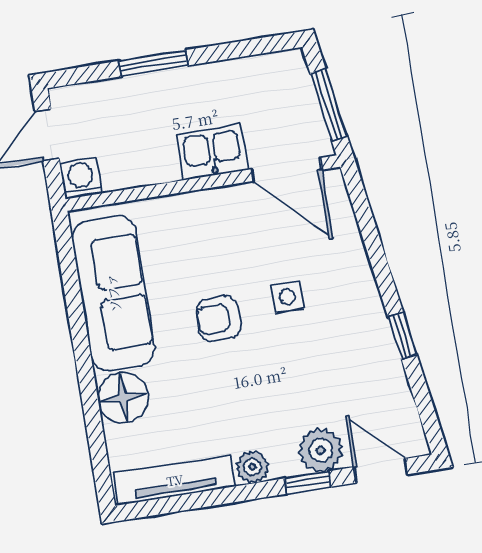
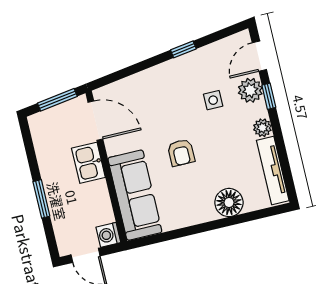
door: (286, 169) -> (95, 121), hinge flipped
sofa: (113, 293) -> (135, 195), moved, turned 90
side table: (287, 297) -> (213, 100), moved

